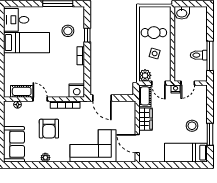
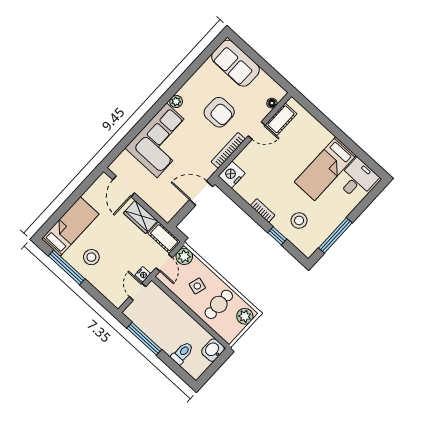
plant: (147, 12) -> (245, 316), added
toilet: (199, 55) -> (182, 353), moved
door: (159, 83) -> (164, 263), swing flipped
armchair: (49, 129) -> (219, 112), turned 180
window: (210, 134) -> (67, 267), width x1.44
door: (137, 144) -> (124, 186), swing flipped
plant: (45, 158) -> (176, 101), moved

